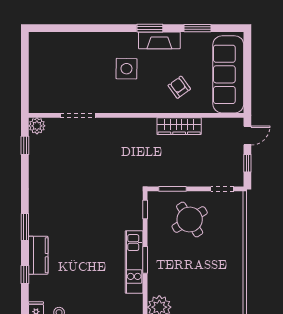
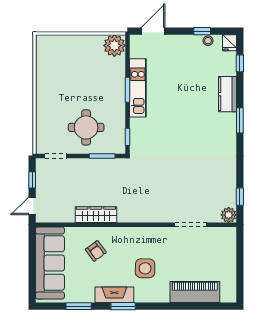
piano: (73, 43) -> (195, 292), added
round table: (190, 219) -> (86, 127), turned 32
window: (25, 274) -> (240, 63), moved

